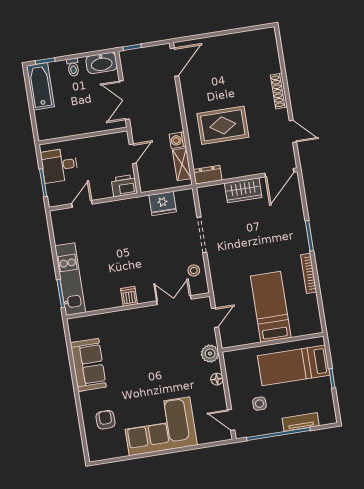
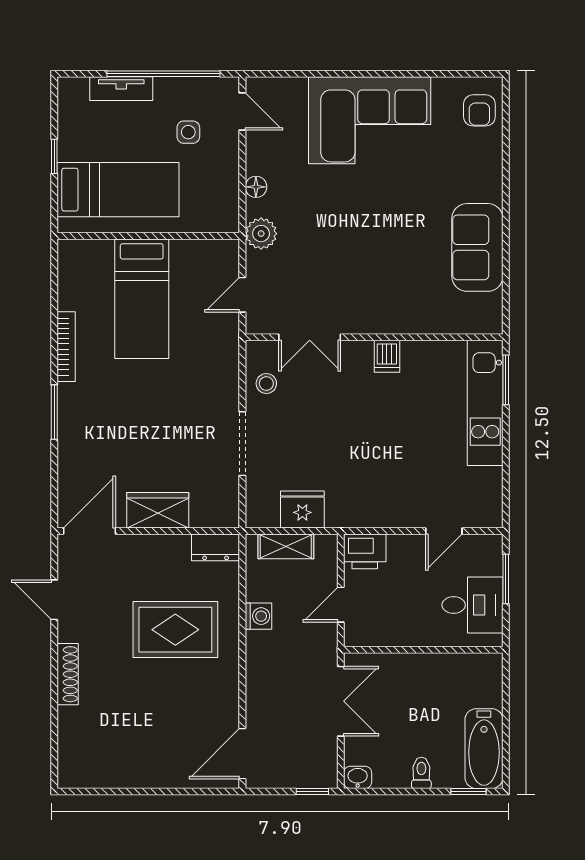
washbasin: (102, 63) -> (358, 777), width x0.52, depth x0.69
shelving: (182, 164) -> (286, 546), moved, turned 90
armchair: (105, 420) -> (479, 110), moved

